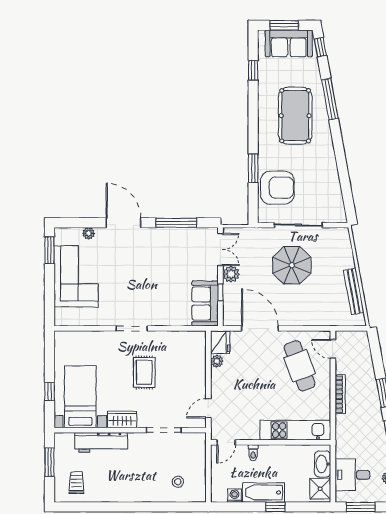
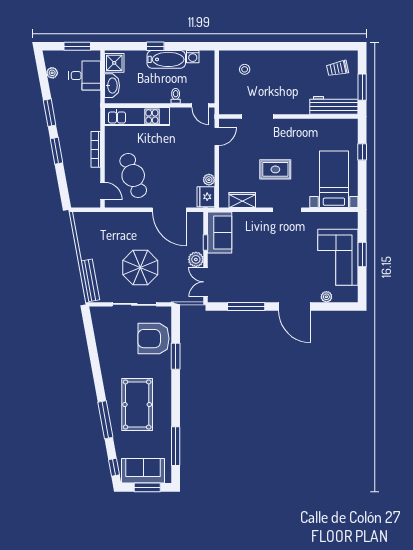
window: (253, 70) -> (176, 446), width x2.17
window: (50, 250) -> (362, 255), moved
bench: (354, 291) -> (90, 280), moved
rug: (144, 372) -> (275, 169), turned 90
bed with nightstands: (80, 397) -> (334, 179), moved, turned 180
wardrobe: (122, 420) -> (242, 200), moved, turned 180
workbench: (101, 442) -> (334, 105), moved
door: (226, 442) -> (200, 105), swing flipped
trolley: (76, 483) -> (338, 68), turned 78

